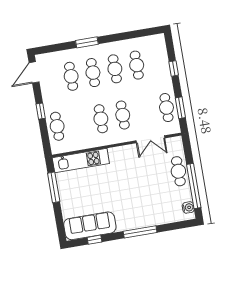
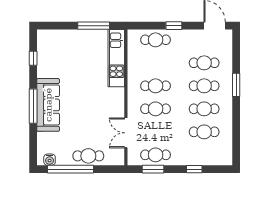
sofa: (90, 226) -> (48, 105), moved

